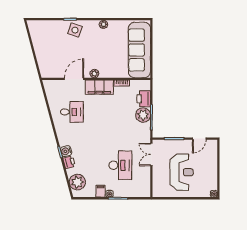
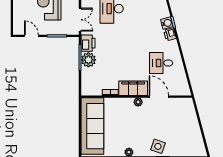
door: (74, 79) -> (159, 97), swing flipped
printer: (144, 99) -> (88, 43), moved
door: (199, 139) -> (31, 36), hinge flipped
printer: (69, 162) -> (170, 34), moved

